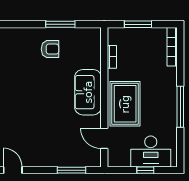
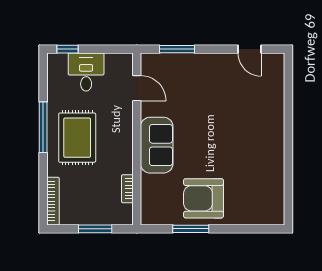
armchair: (50, 49) -> (204, 198), width x1.88, depth x1.88
rug: (125, 104) -> (77, 138), moved
desk: (151, 152) -> (86, 72), width x0.73
window: (145, 170) -> (67, 49), moved

